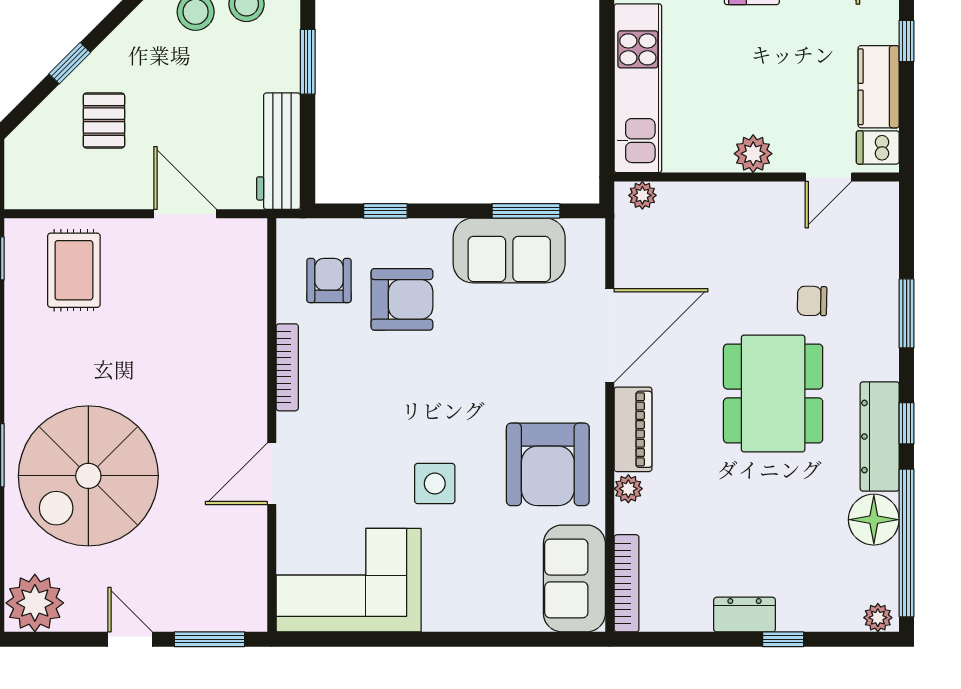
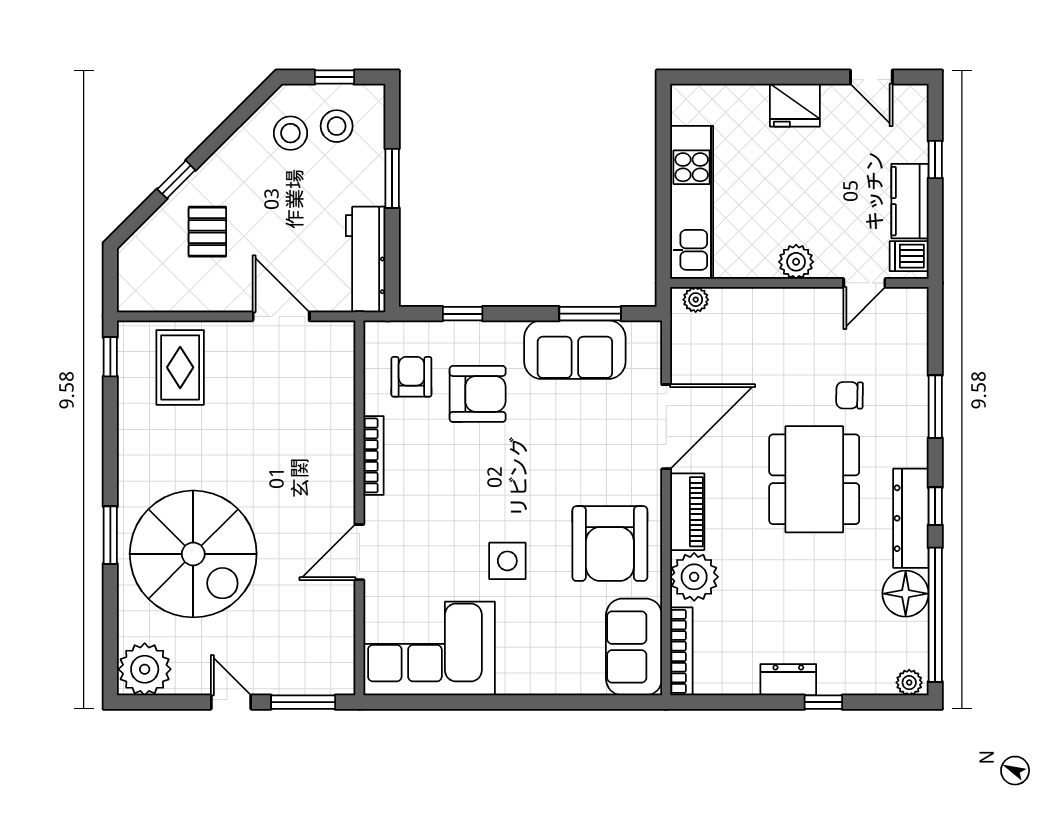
spiral stairs: (88, 476) -> (193, 554), turned -90
plant: (628, 489) -> (694, 577), width x1.88, depth x1.88

